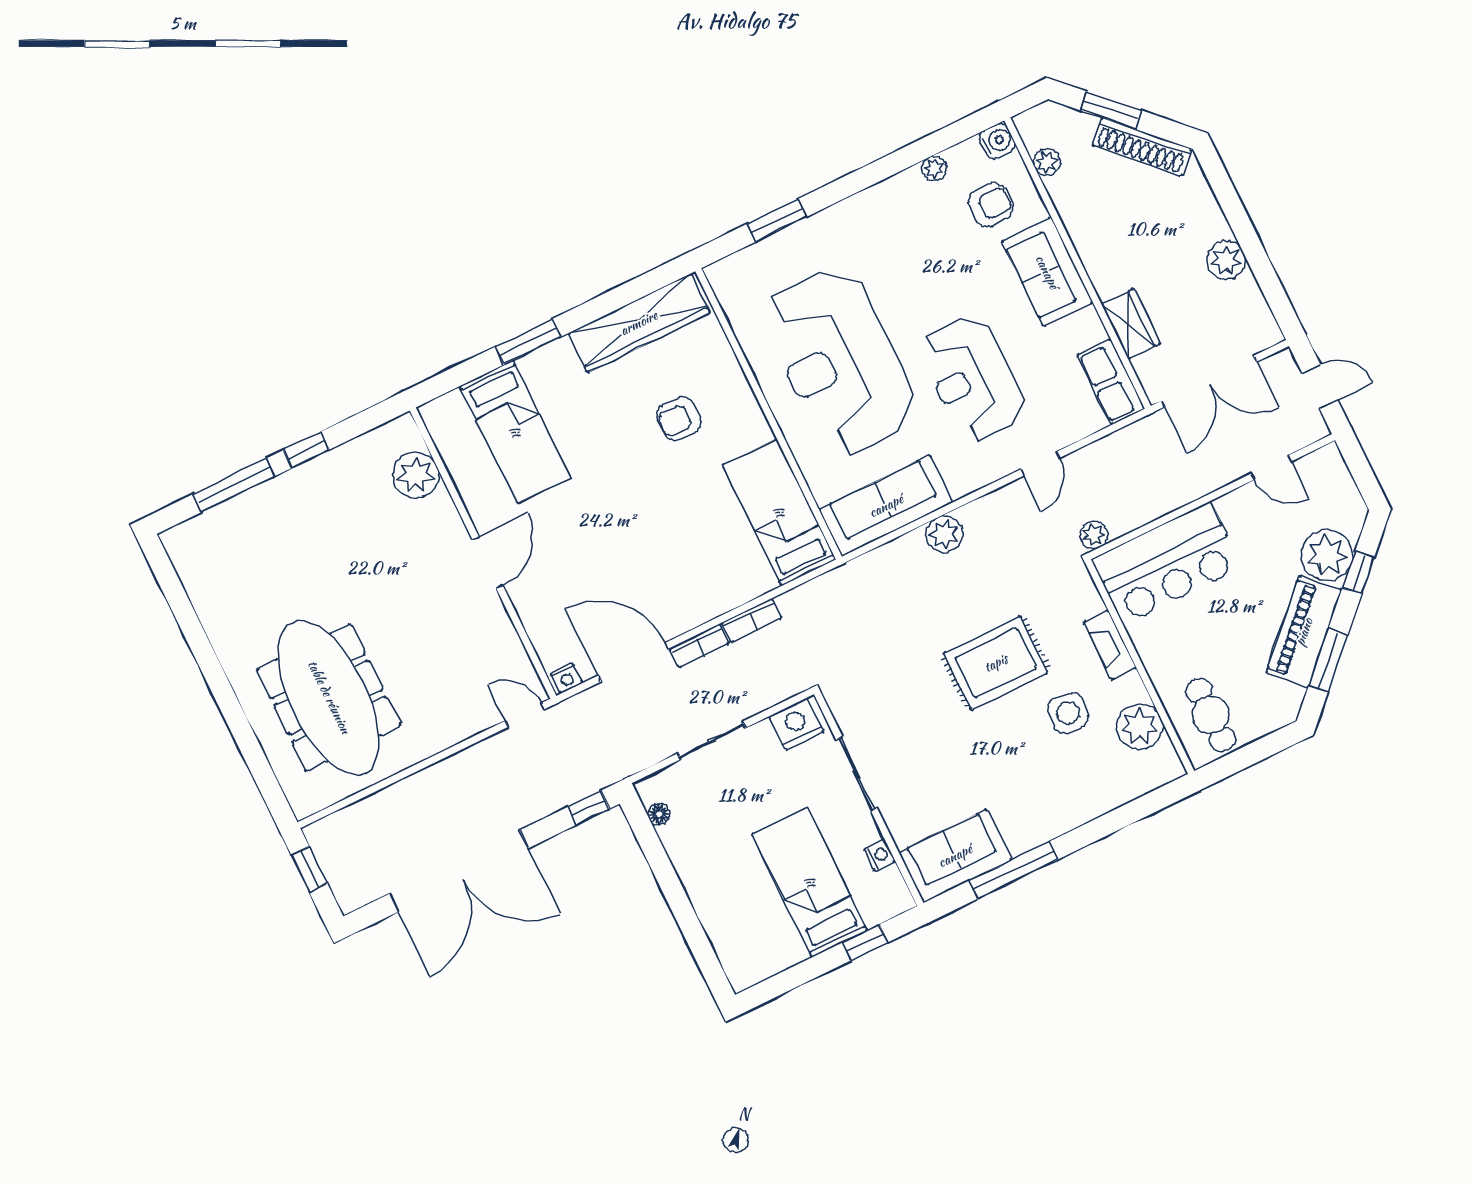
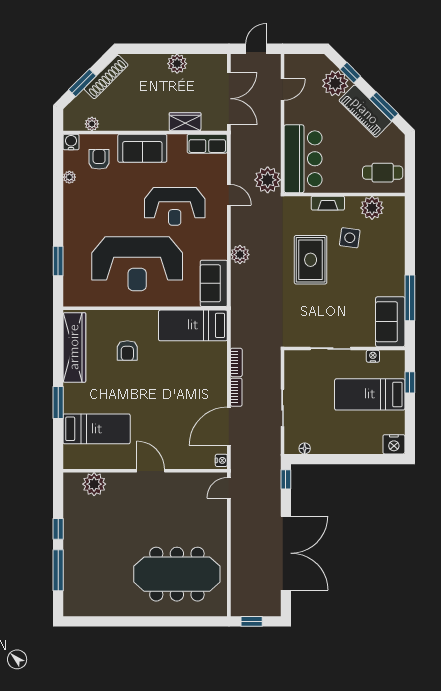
sofa: (886, 506) -> (214, 283), width x0.73
plant: (1094, 535) -> (268, 180), width x1.88, depth x1.88
nightstand: (796, 724) -> (394, 444), moved, turned -90

